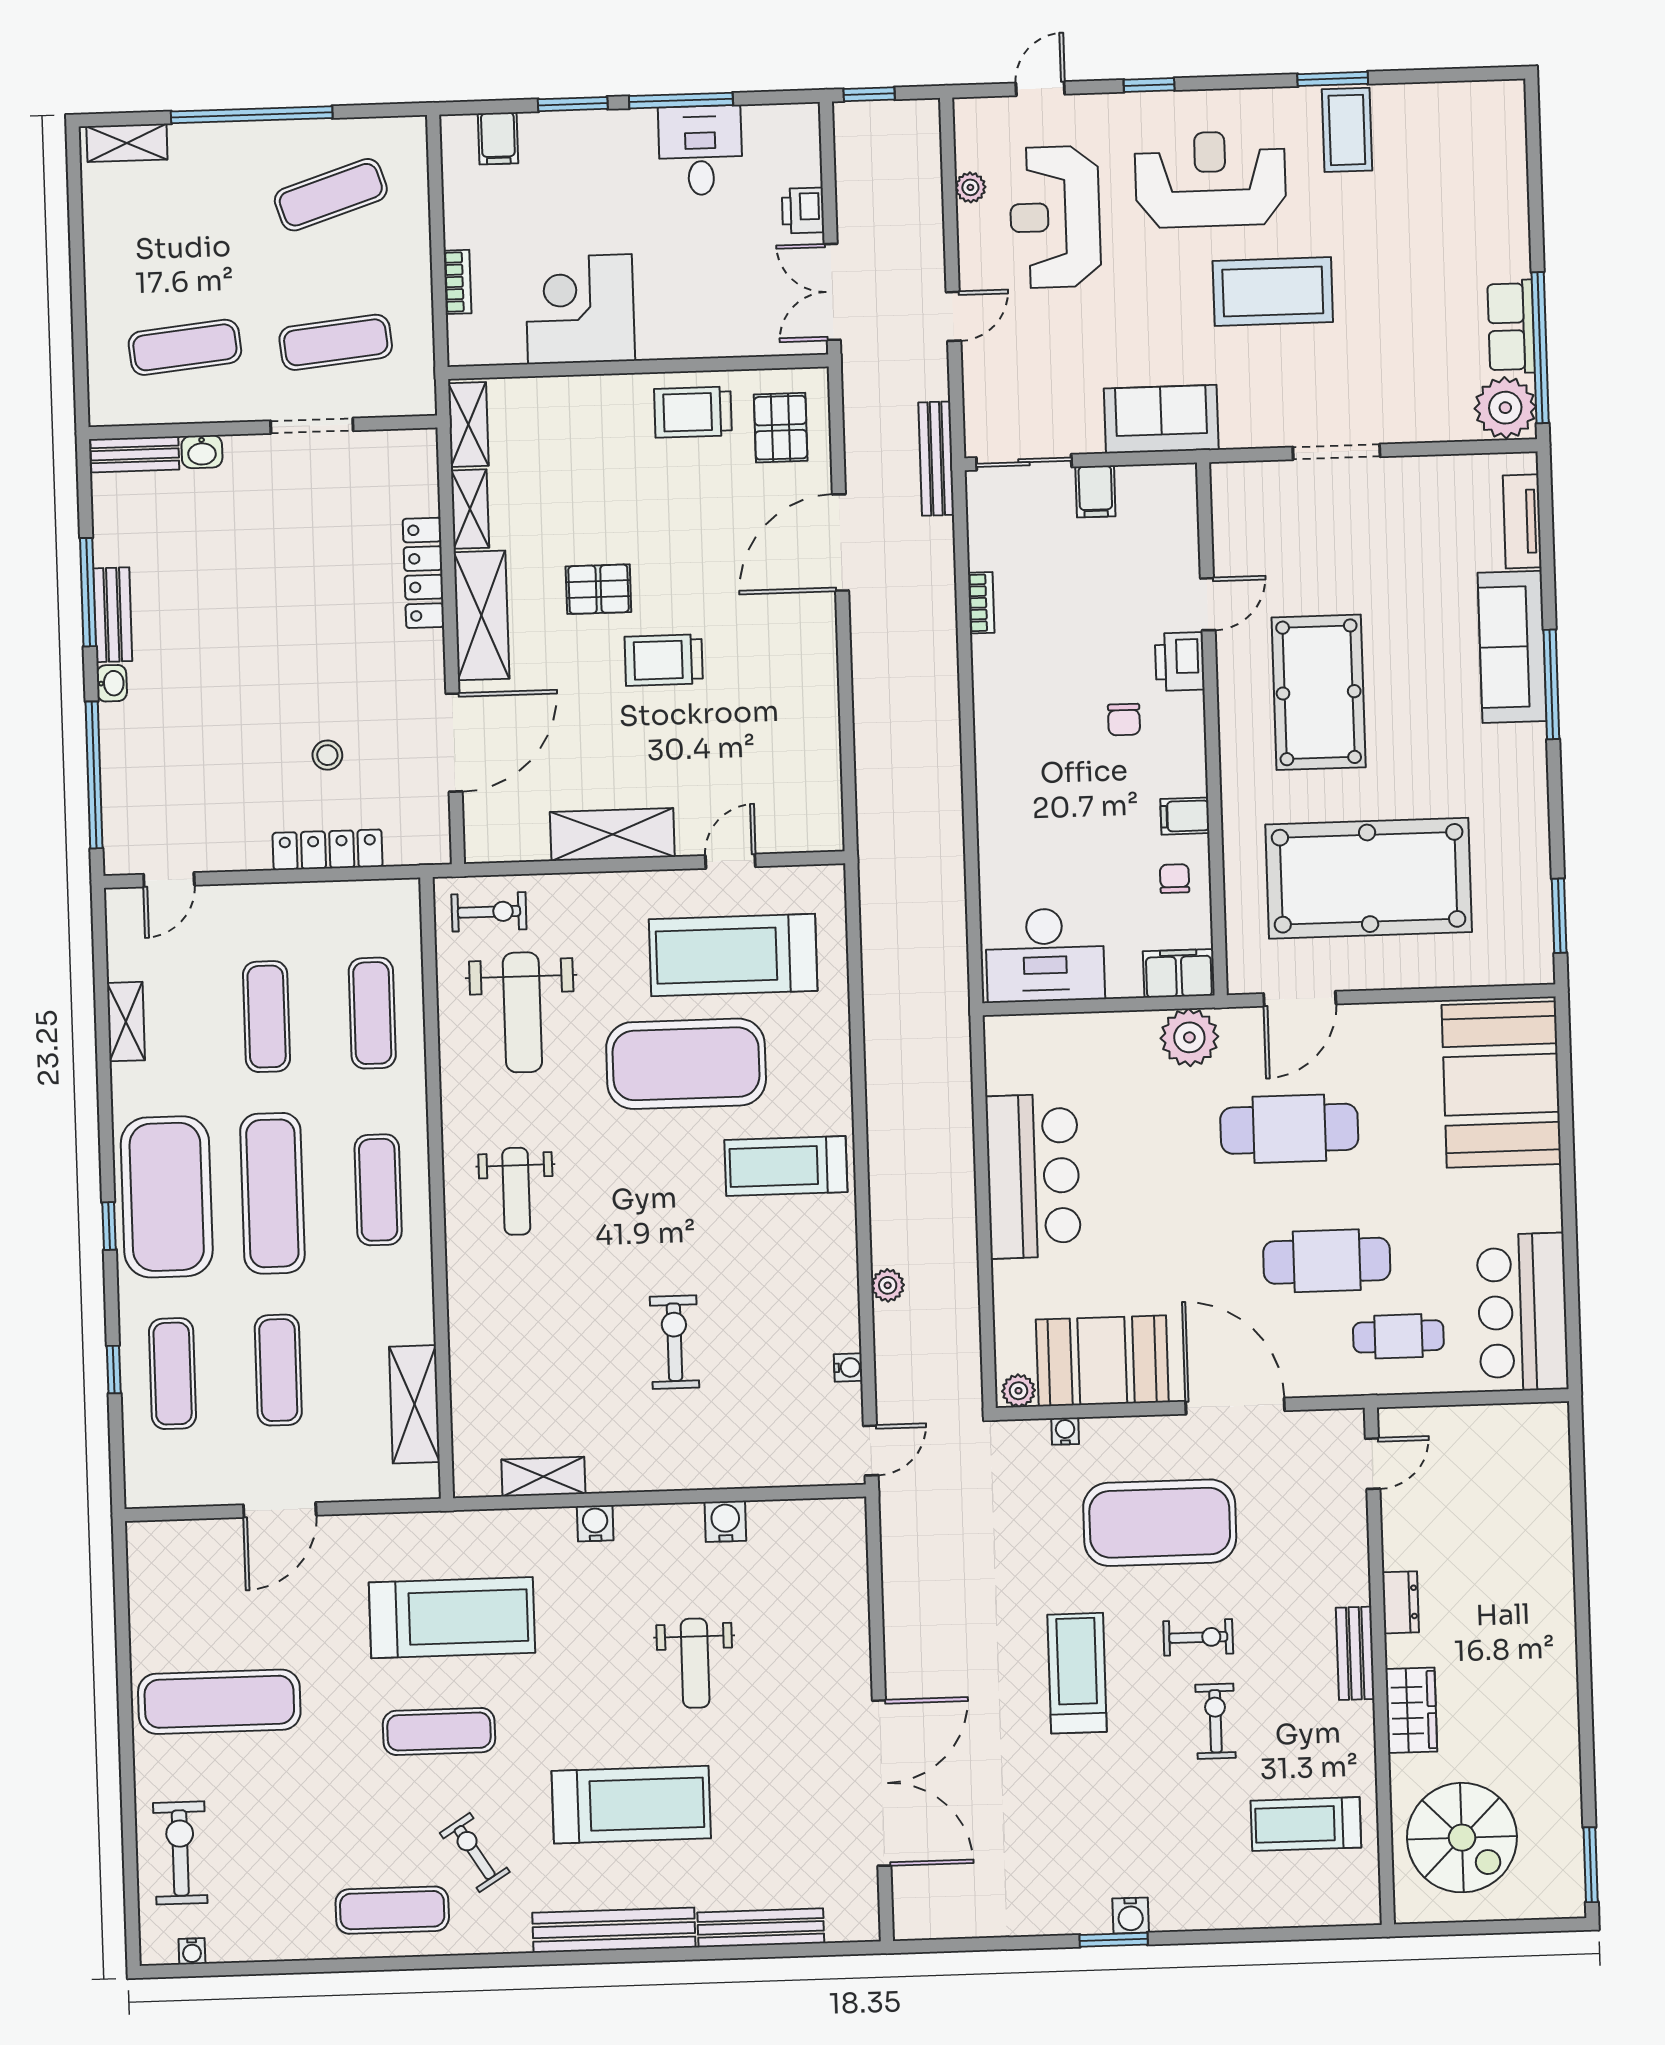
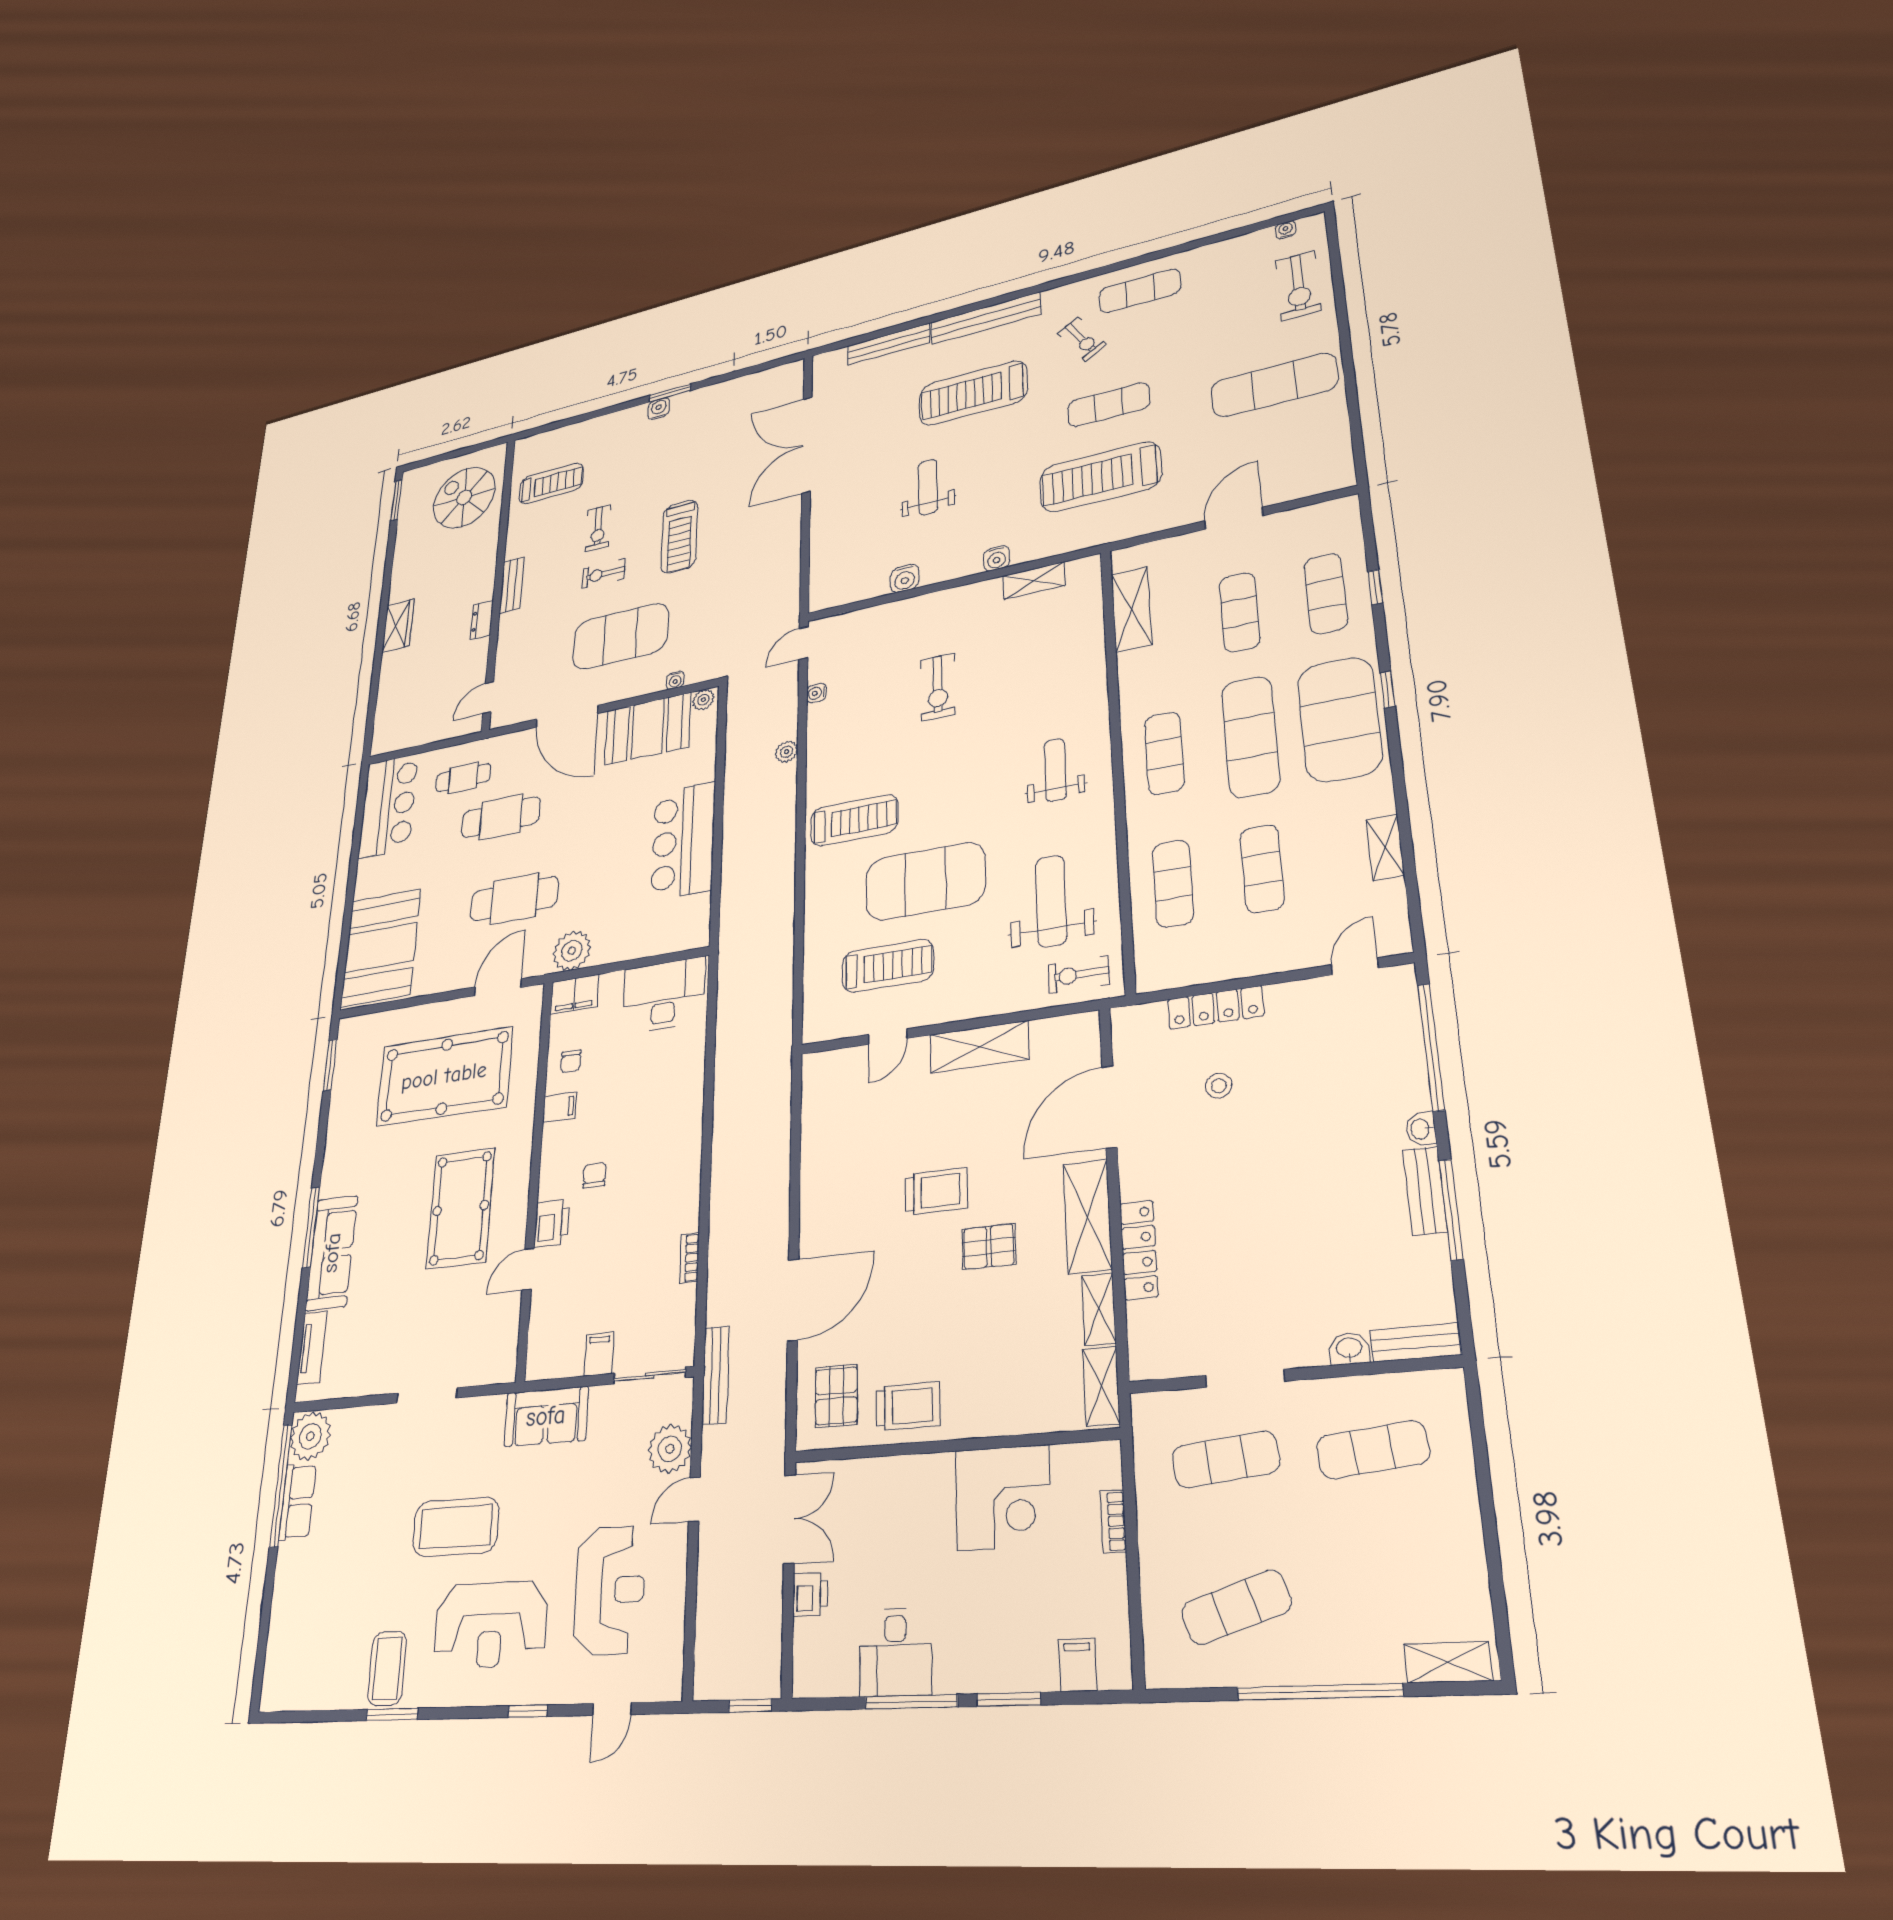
plant: (970, 187) -> (670, 1449), moved, width x1.88, depth x1.88
treadmill: (733, 955) -> (888, 966), width x0.73, depth x0.73
wardrobe: (1411, 1710) -> (398, 626), moved, turned 180

